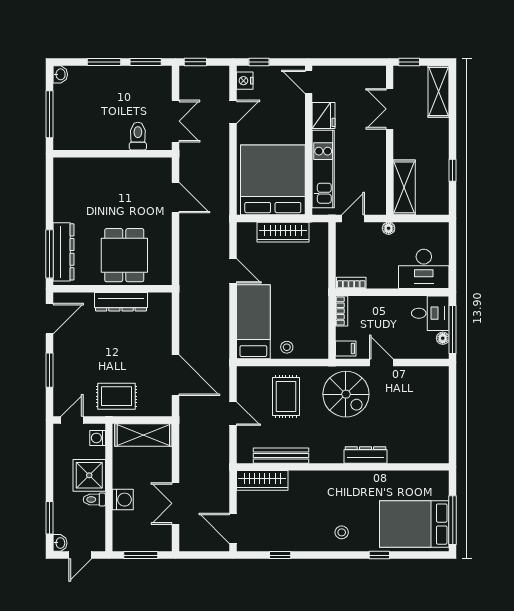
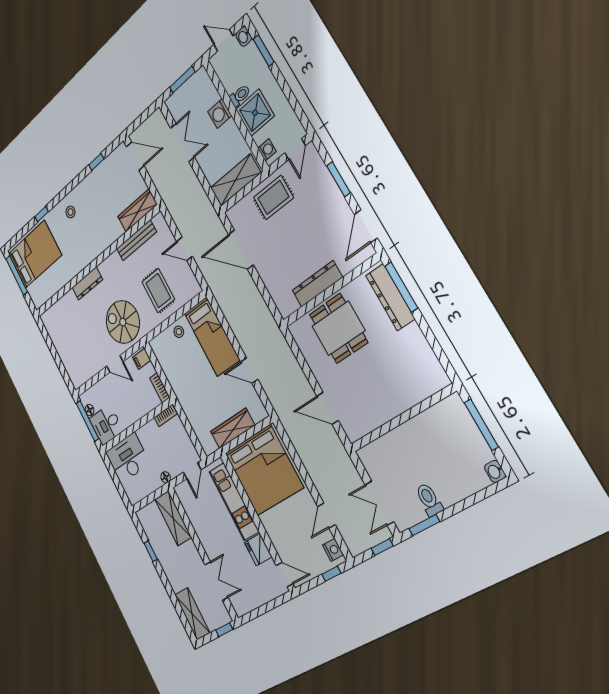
window: (104, 62) -> (461, 506), removed
double door: (175, 121) -> (379, 503), moved
toilet: (138, 136) -> (429, 500), moved, turned 180
door: (80, 555) -> (223, 40), hinge flipped

